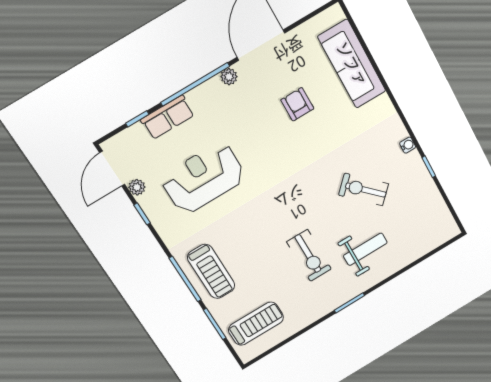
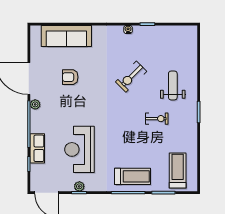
plant: (137, 187) -> (79, 186), moved
exercise bike: (364, 189) -> (131, 77), moved
exercise bike: (309, 256) -> (157, 119), width x0.73, depth x0.72

